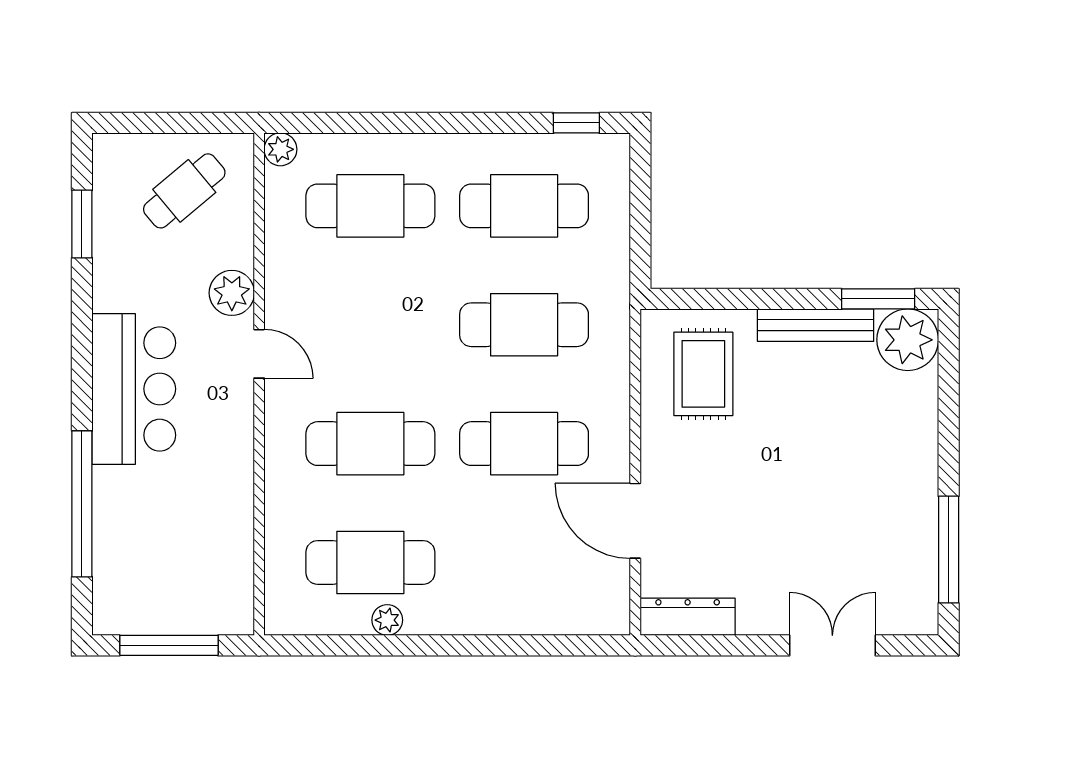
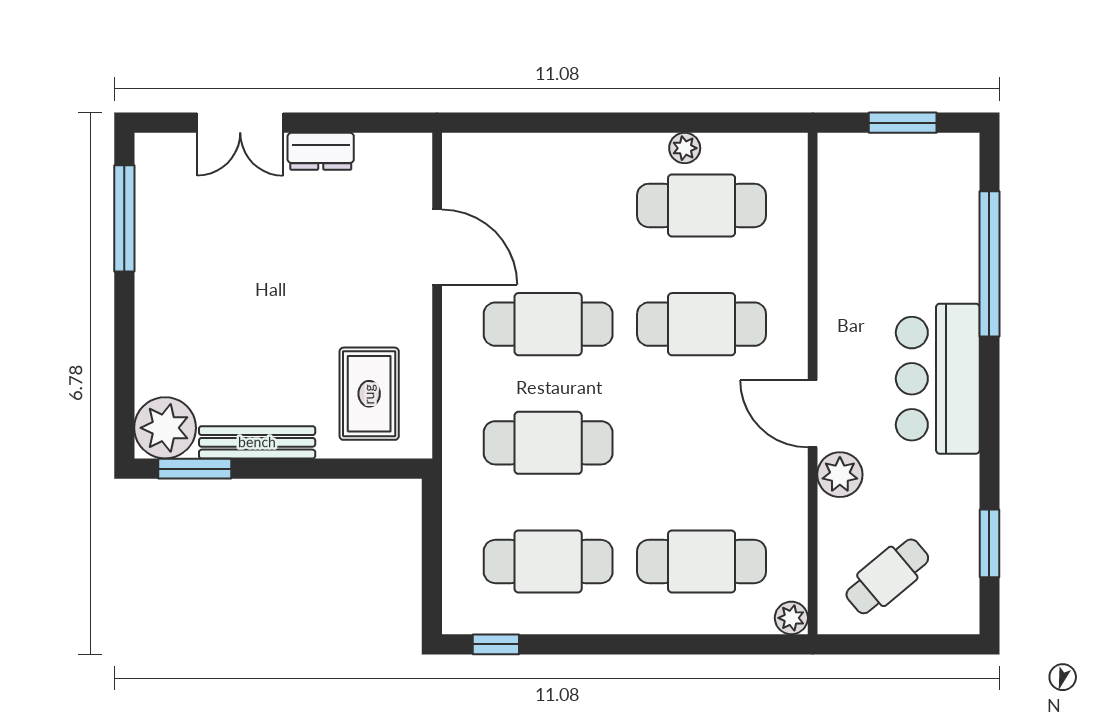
door: (259, 354) -> (813, 414), width x1.38
dresser: (688, 617) -> (321, 151), moved, width x0.70
window: (169, 645) -> (903, 123), width x0.69

